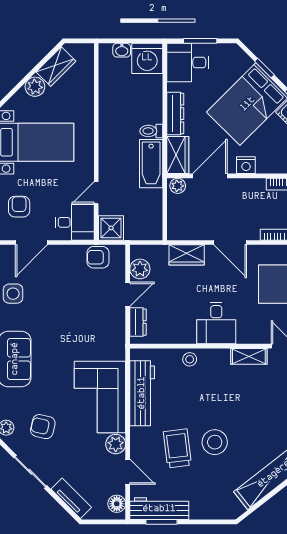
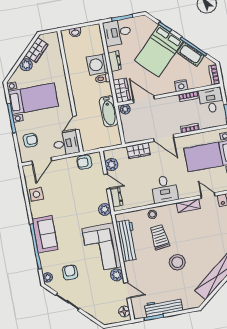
washing machine: (147, 58) -> (97, 64), moved, turned 90
dresser: (175, 114) -> (115, 61), width x0.70
bathtub: (151, 164) -> (109, 111), moved
nightstand: (246, 165) -> (181, 86), moved
door: (210, 176) -> (144, 99), hinge flipped
armchair: (19, 207) -> (30, 140), turned 90
shower: (111, 228) -> (89, 143), removed
door: (128, 294) -> (107, 182), hinge flipped
plant: (116, 338) -> (105, 209), added
armchair: (43, 427) -> (70, 272), turned 77
trolley: (177, 448) -> (160, 237), moved
tv unit: (71, 498) -> (96, 313), removed
workbench: (159, 509) -> (164, 307), moved

